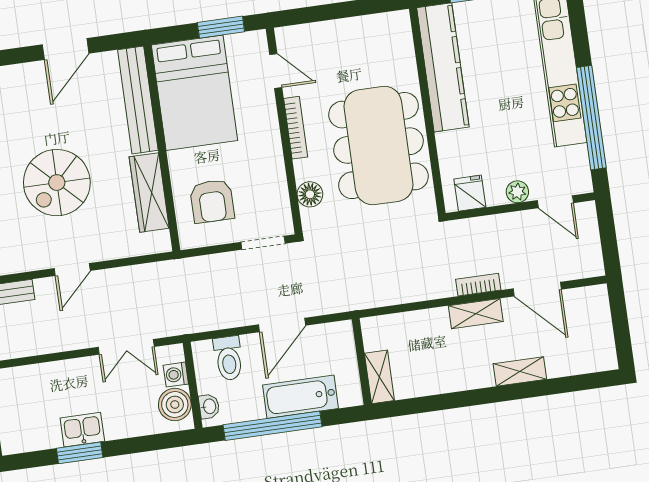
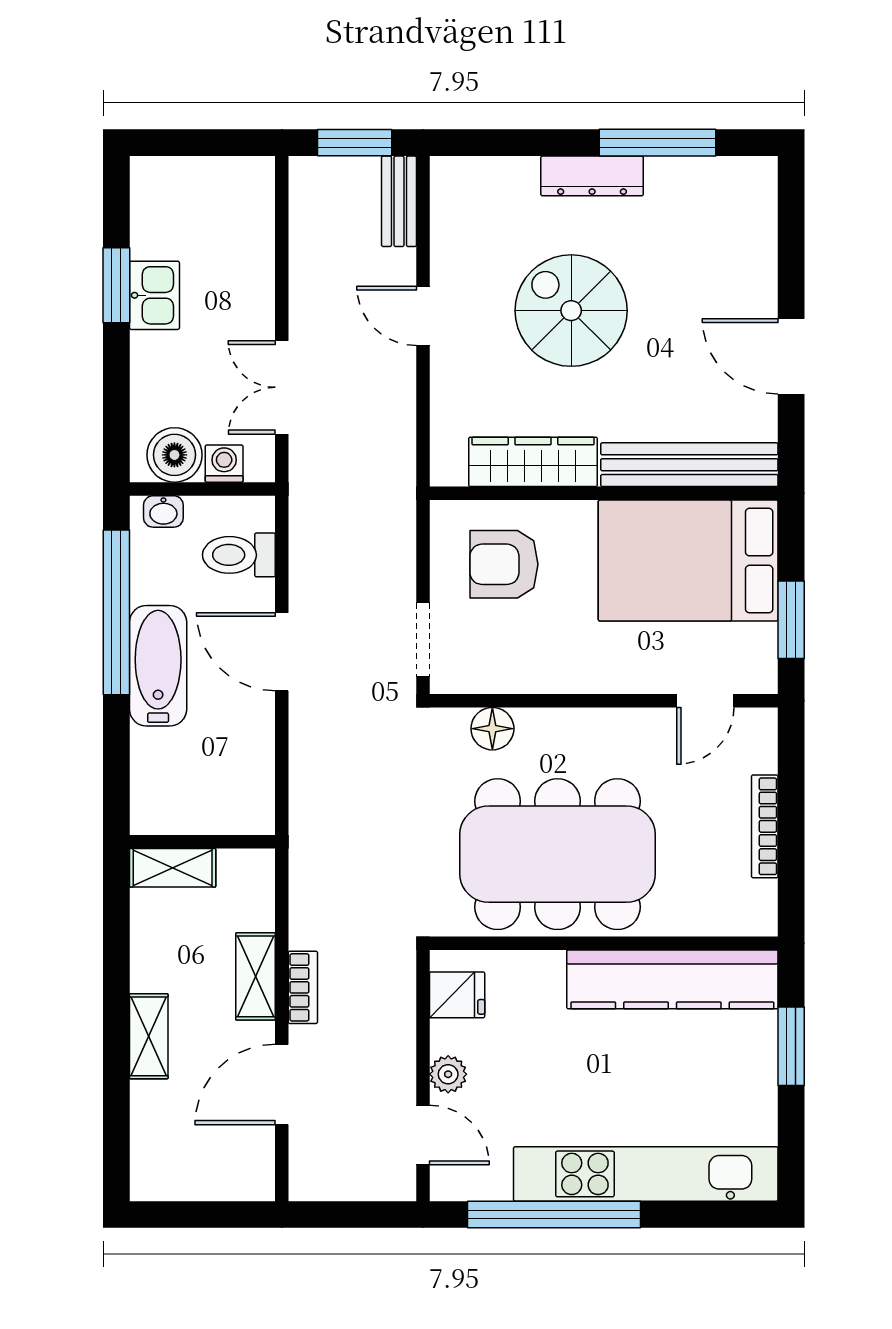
bookcase: (296, 128) -> (765, 826), moved, turned 90
door: (555, 202) -> (423, 1135), swing flipped
wall: (362, 361) -> (202, 842), moved
shelving: (379, 377) -> (173, 868), moved

